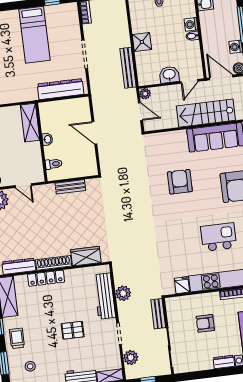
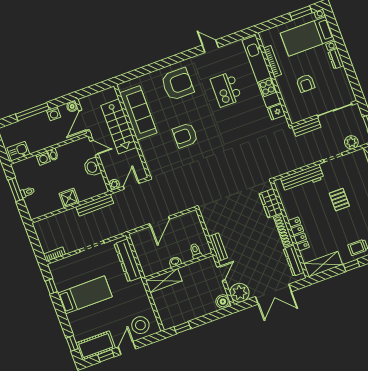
bench: (70, 187) -> (218, 247), moved
plant: (123, 293) -> (296, 162), removed

